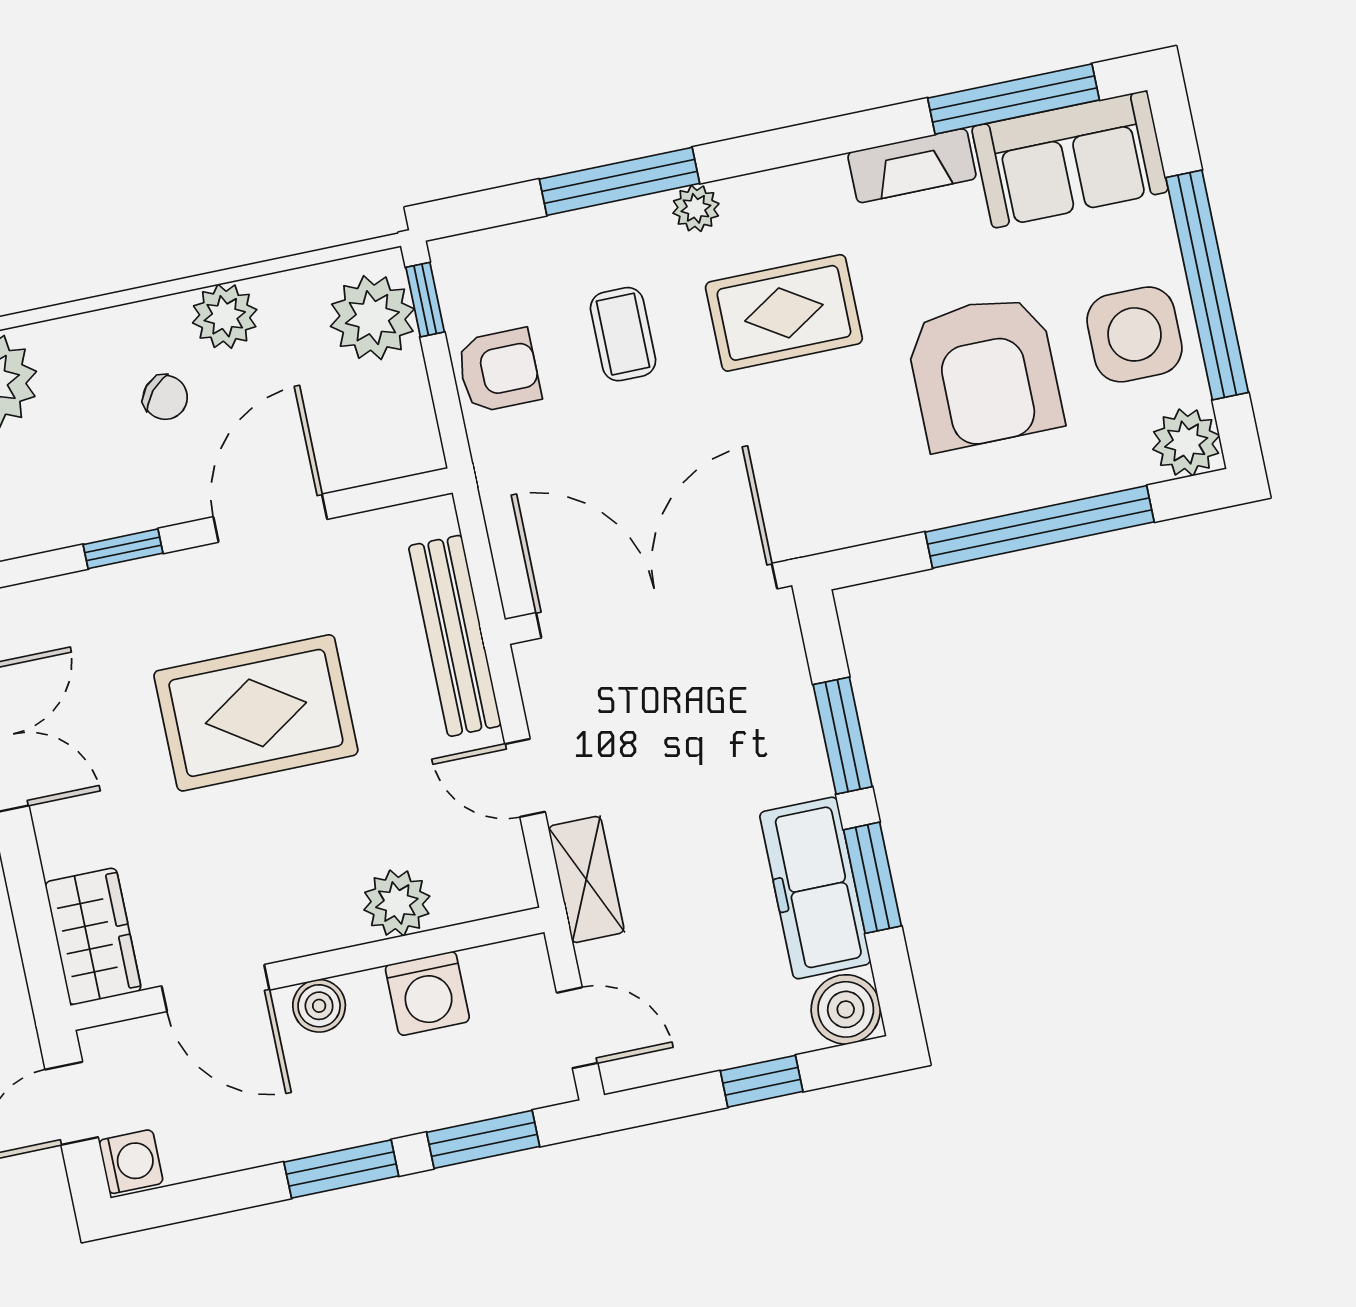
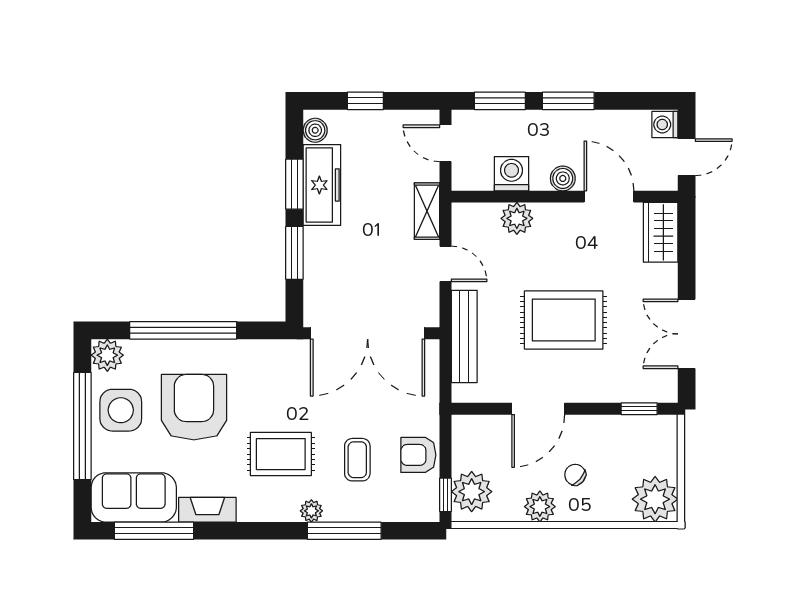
window: (123, 549) -> (639, 409), moved
boiler: (846, 1009) -> (315, 130), width x0.73, depth x0.73

